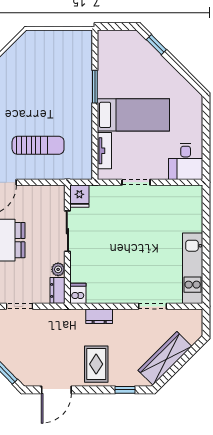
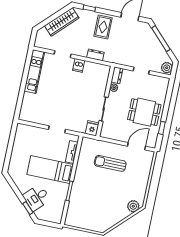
desk: (186, 161) -> (37, 198), moved, turned -135
dishwasher: (78, 293) -> (79, 65), moved

